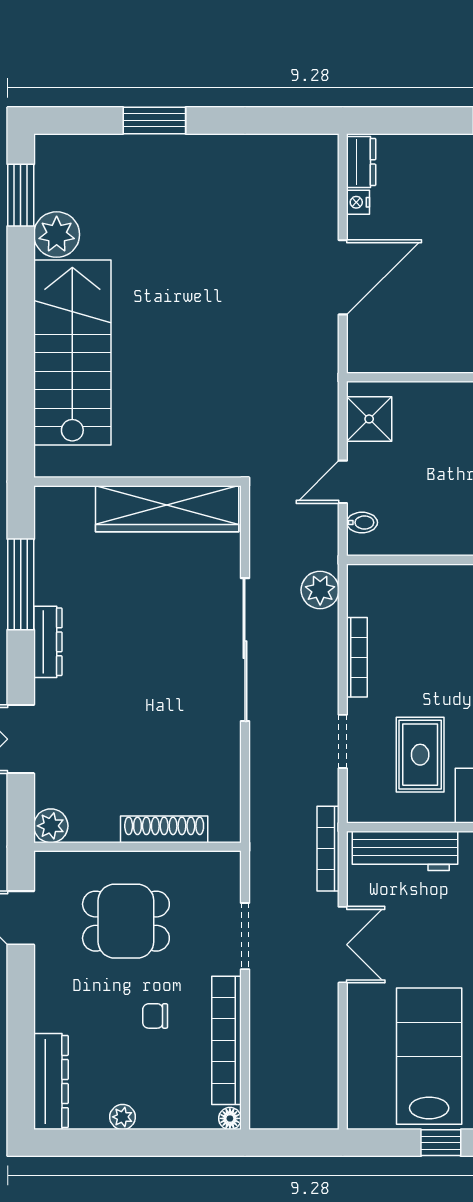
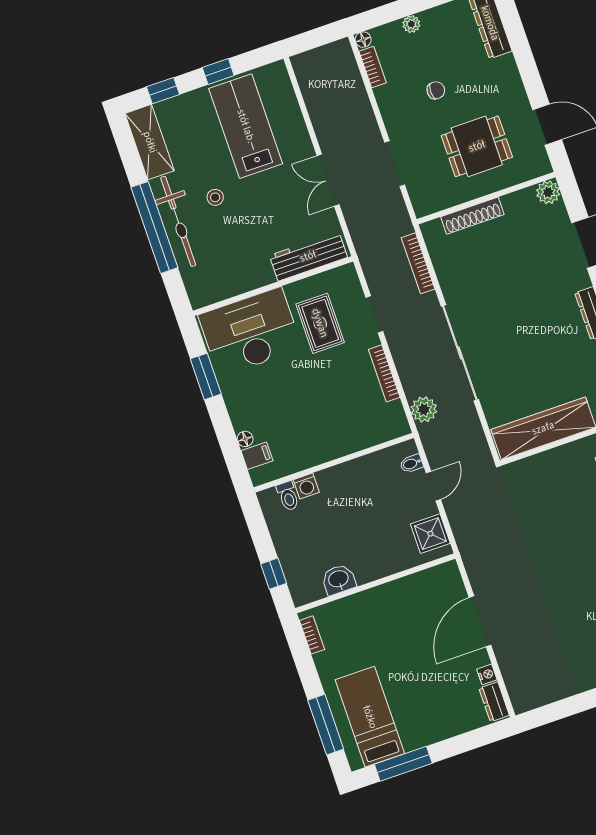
bookcase: (328, 849) -> (418, 263), moved, turned 180
bookcase: (226, 1040) -> (373, 67), width x0.43, depth x0.76
lab bench: (429, 1056) -> (246, 126), turned 180
plant: (123, 1117) -> (411, 24), moved

